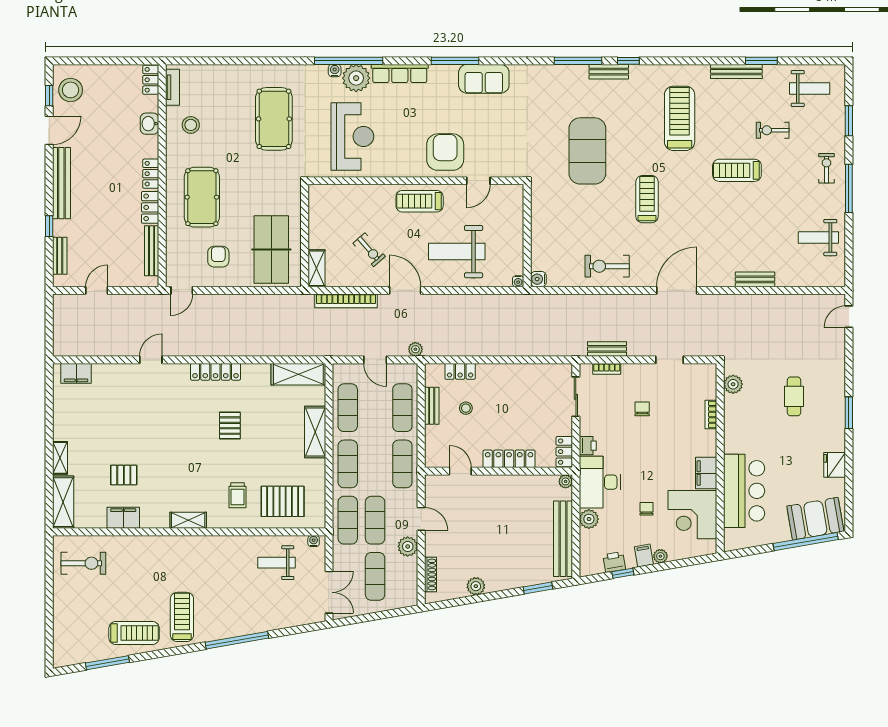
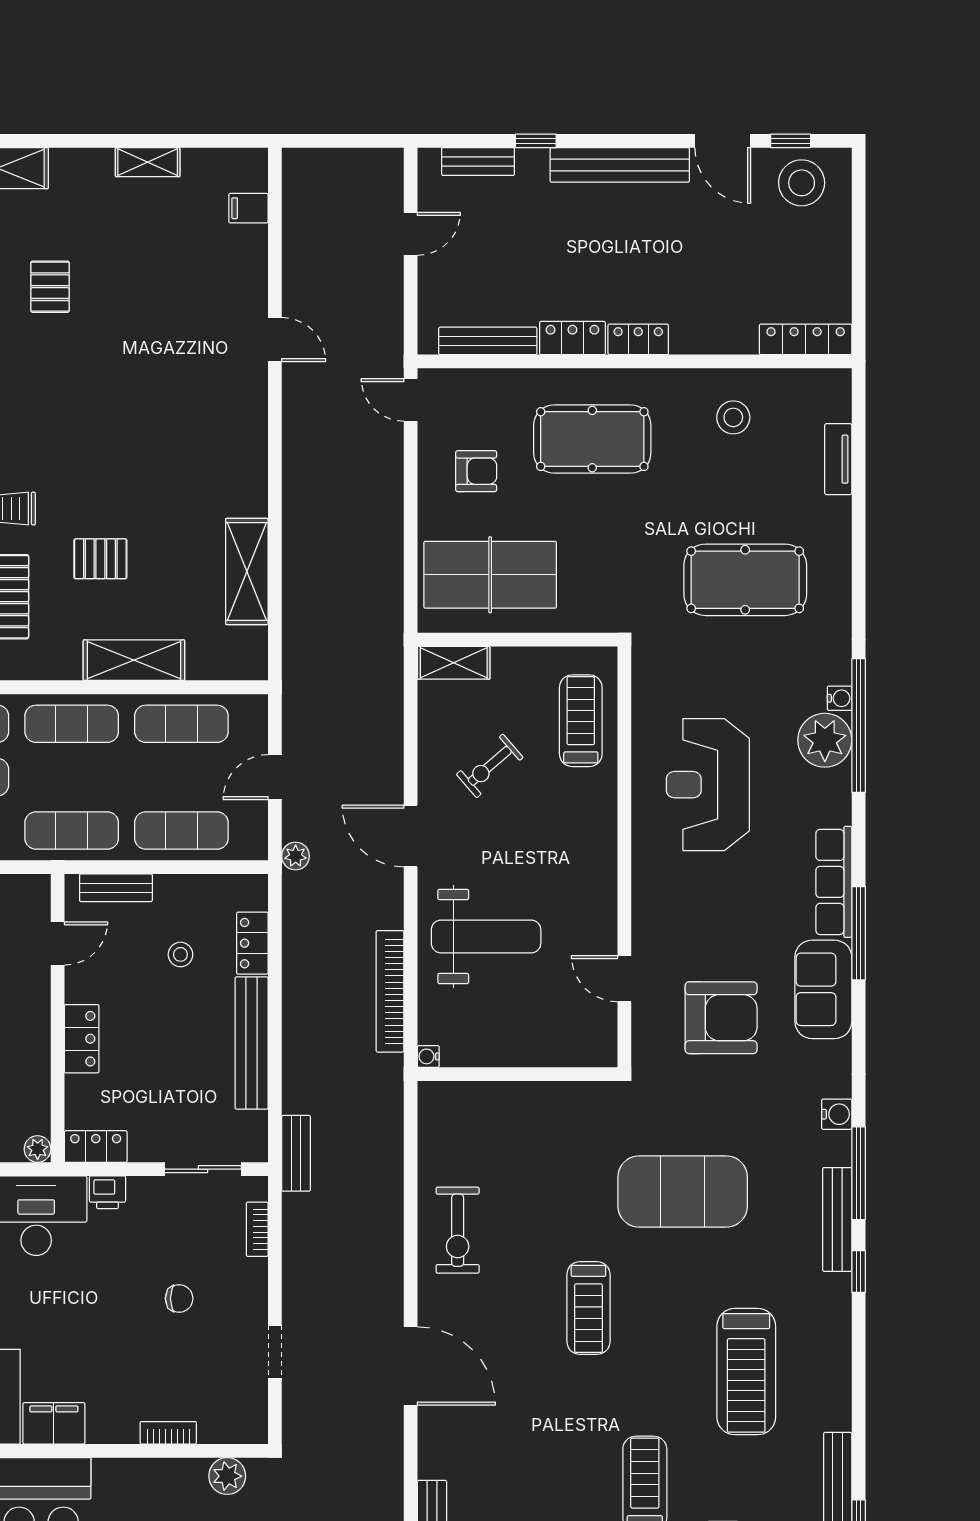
bench: (609, 72) -> (837, 1219), width x1.36
row of seats: (400, 73) -> (834, 882), moved
locker: (151, 80) -> (806, 339), width x1.53
tv unit: (172, 87) -> (838, 459), moved, turned 90
treadmill: (680, 118) -> (746, 1372), turned 90
washbasin: (150, 124) -> (736, 337), removed
reception desk: (352, 136) -> (708, 785), moved, turned 90
armchair: (445, 152) -> (721, 1018), moved
treadmill: (647, 199) -> (588, 1308), turned 90
treadmill: (420, 201) -> (581, 721), moved
weight bench: (457, 252) -> (486, 936), turned 90
exercise bike: (607, 266) -> (458, 1230), turned 180
water cooler: (538, 279) -> (837, 1114), moved, turned 90
door: (97, 290) -> (411, 234), hinge flipped
door: (405, 290) -> (411, 836), swing flipped
bookcase: (346, 301) -> (390, 991), moved
bench: (607, 349) -> (296, 1153), moved
locker: (215, 372) -> (251, 466), removed
bench: (511, 372) -> (252, 1043), added
filing cabinet: (76, 373) -> (248, 208), width x0.50
shelving: (298, 374) -> (247, 571), moved
bench: (432, 406) -> (116, 888), moved
pallet: (230, 426) -> (100, 559), moved
shelving: (60, 458) -> (148, 162), moved
locker: (509, 459) -> (82, 1039), width x0.66

